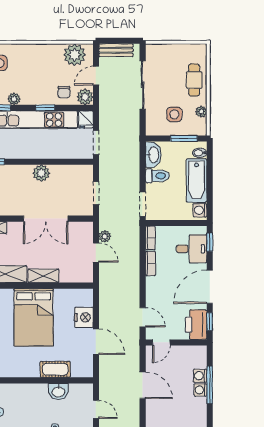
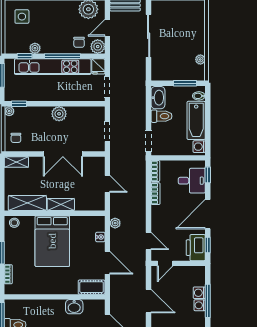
cafe table: (194, 80) -> (194, 32), removed
window: (45, 108) -> (62, 56), width x2.17
side table: (174, 114) -> (177, 62), removed
plant: (105, 236) -> (115, 223), moved
nightstand: (84, 317) -> (100, 237), width x0.53, depth x0.56
cot: (55, 369) -> (92, 287), moved

